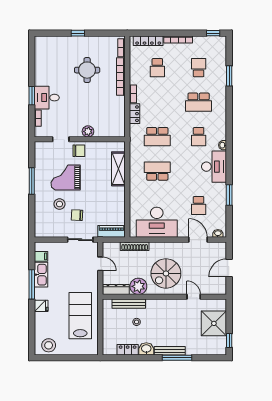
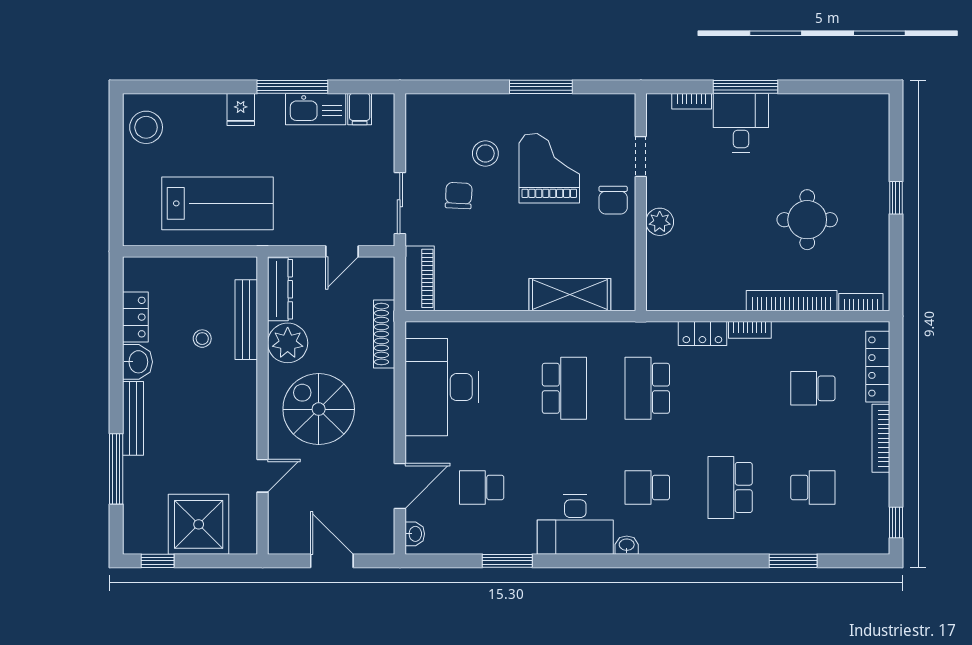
window: (32, 96) -> (745, 87), width x1.44
window: (177, 358) -> (116, 469), moved

